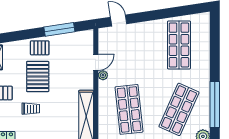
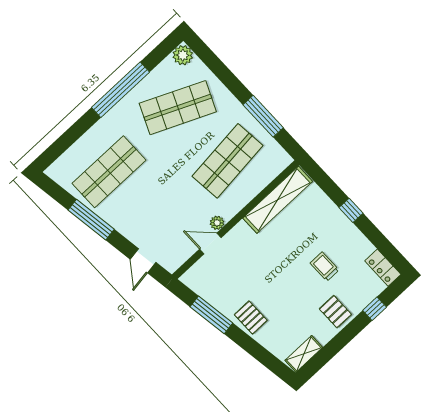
window: (163, 14) -> (91, 220), added
pallet: (38, 77) -> (283, 291), removed
window: (215, 104) -> (120, 90), moved

